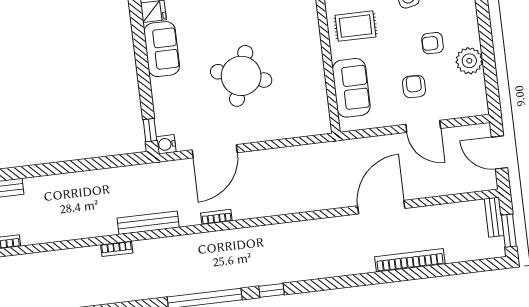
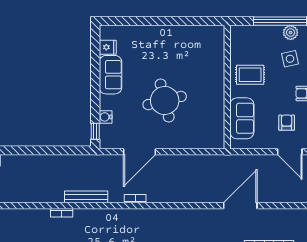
round table: (241, 76) -> (165, 100), turned -31
water cooler: (166, 144) -> (106, 117), moved
door: (381, 207) -> (240, 206), moved

